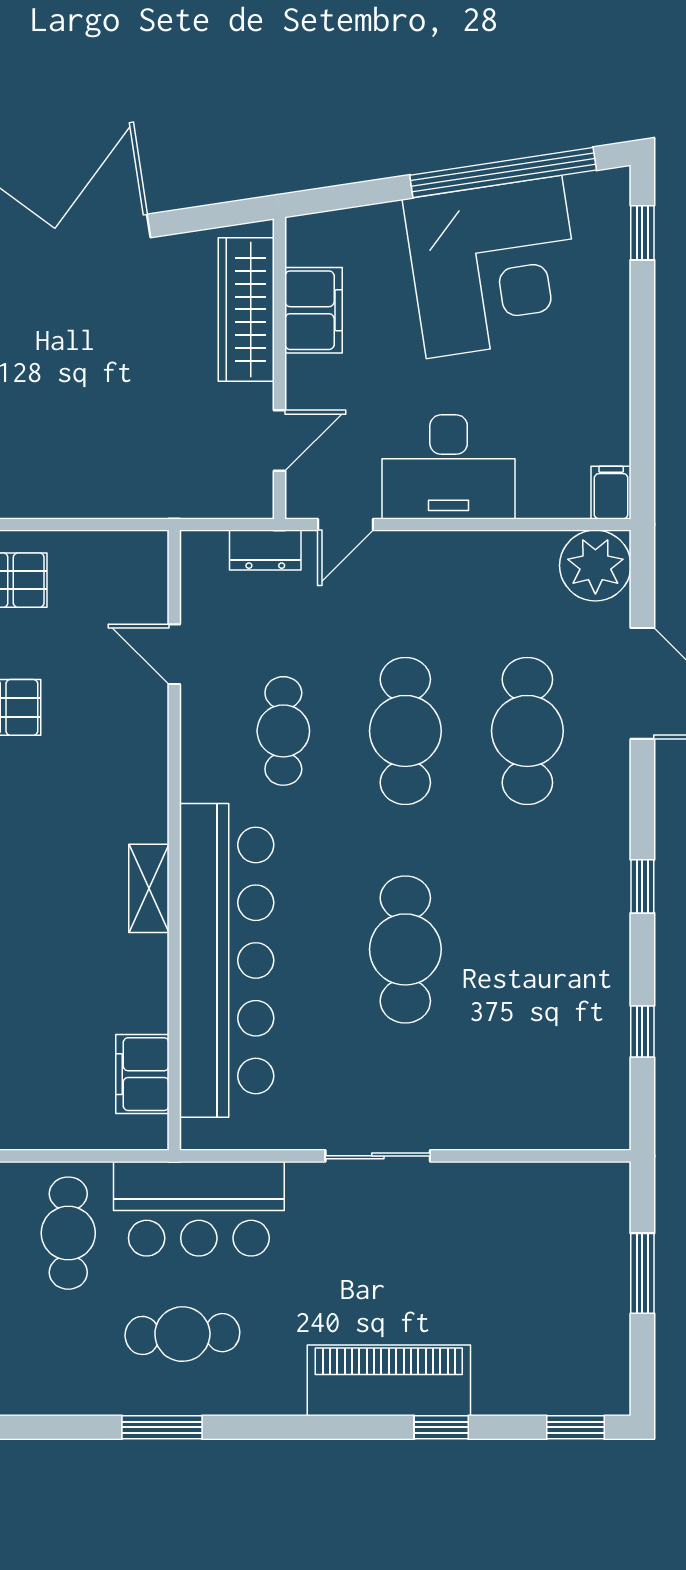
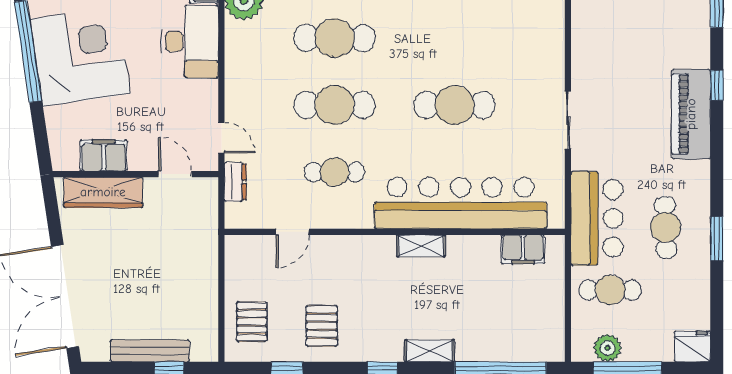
desk: (449, 467) -> (190, 41), moved

